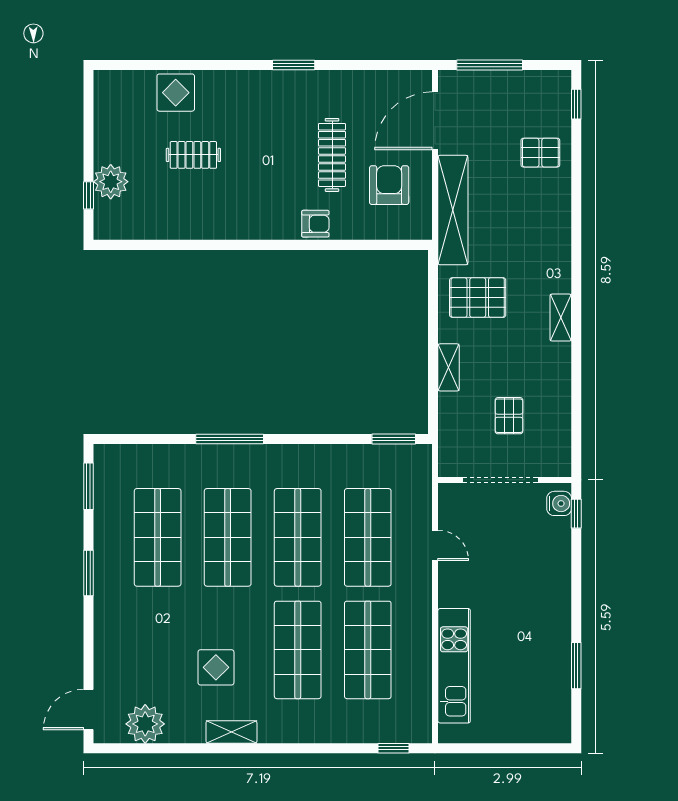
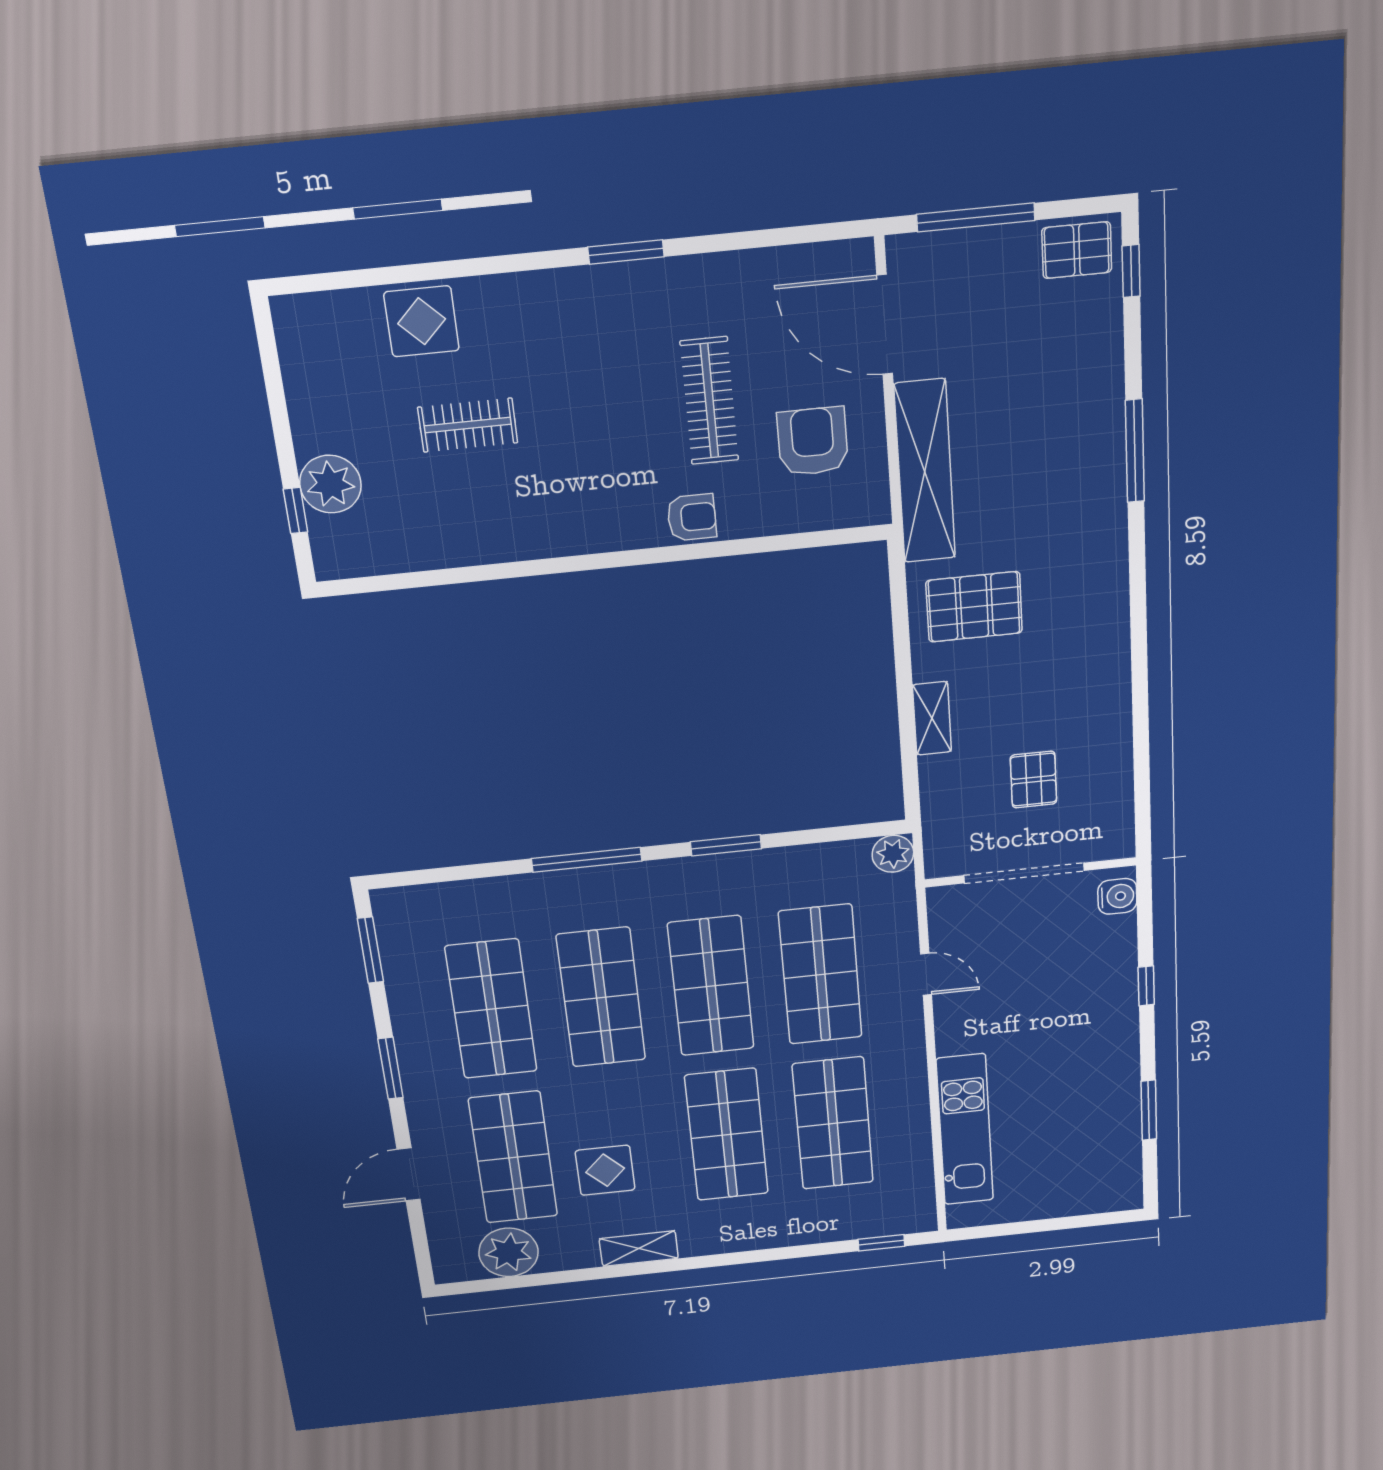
door: (435, 121) -> (885, 325), hinge flipped
pallet: (540, 153) -> (1077, 250), moved
window: (576, 210) -> (1135, 451), added
shelving: (561, 318) -> (1113, 624), removed
window: (394, 439) -> (726, 845), moved
plant: (419, 457) -> (893, 854), added
window: (576, 514) -> (1146, 986), moved
shop shelf: (158, 650) -> (513, 1157), added
door: (88, 710) -> (409, 1174), moved

